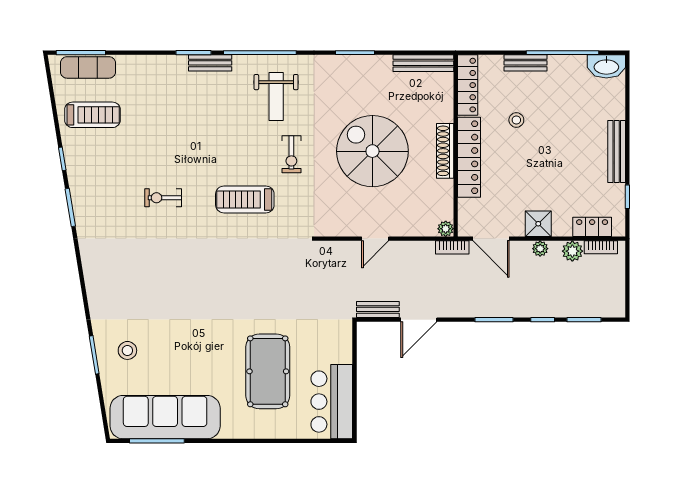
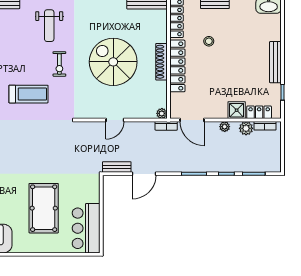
treadmill: (245, 199) -> (28, 94), turned 180
shower: (538, 224) -> (237, 110), moved

